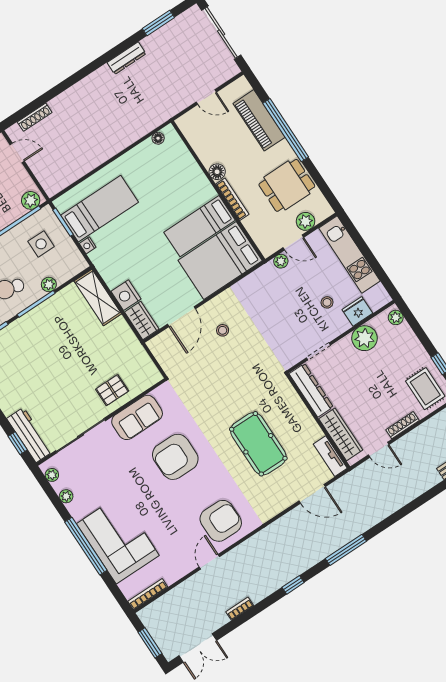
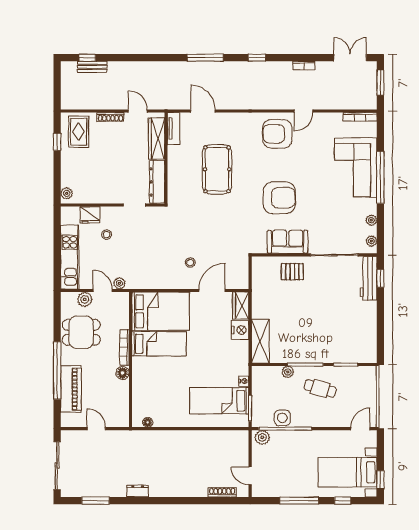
dresser: (126, 58) -> (138, 491), width x0.70
side table: (41, 244) -> (282, 418), moved
plant: (365, 338) -> (97, 193), removed

